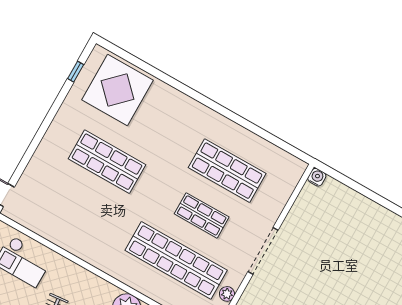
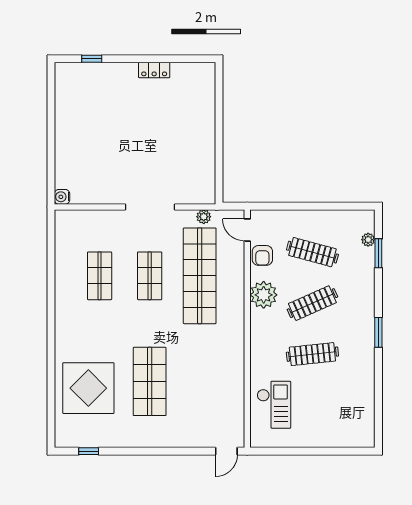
display table: (118, 90) -> (88, 388), moved
shop shelf: (227, 171) -> (100, 276), width x0.70, depth x0.74

